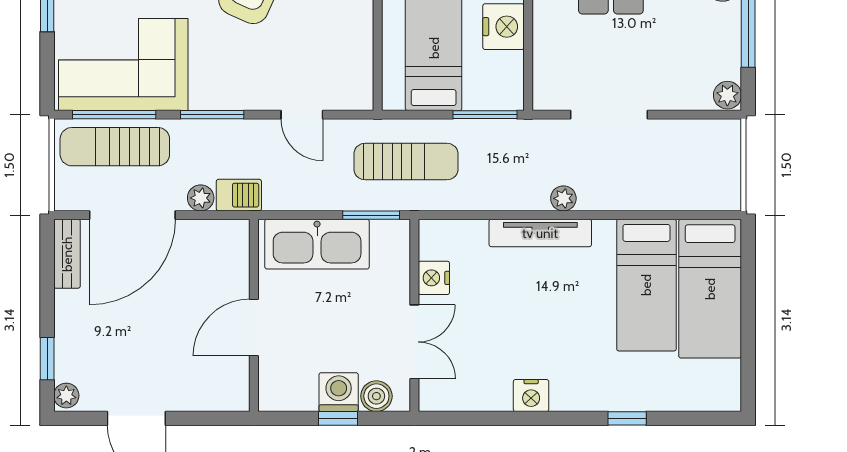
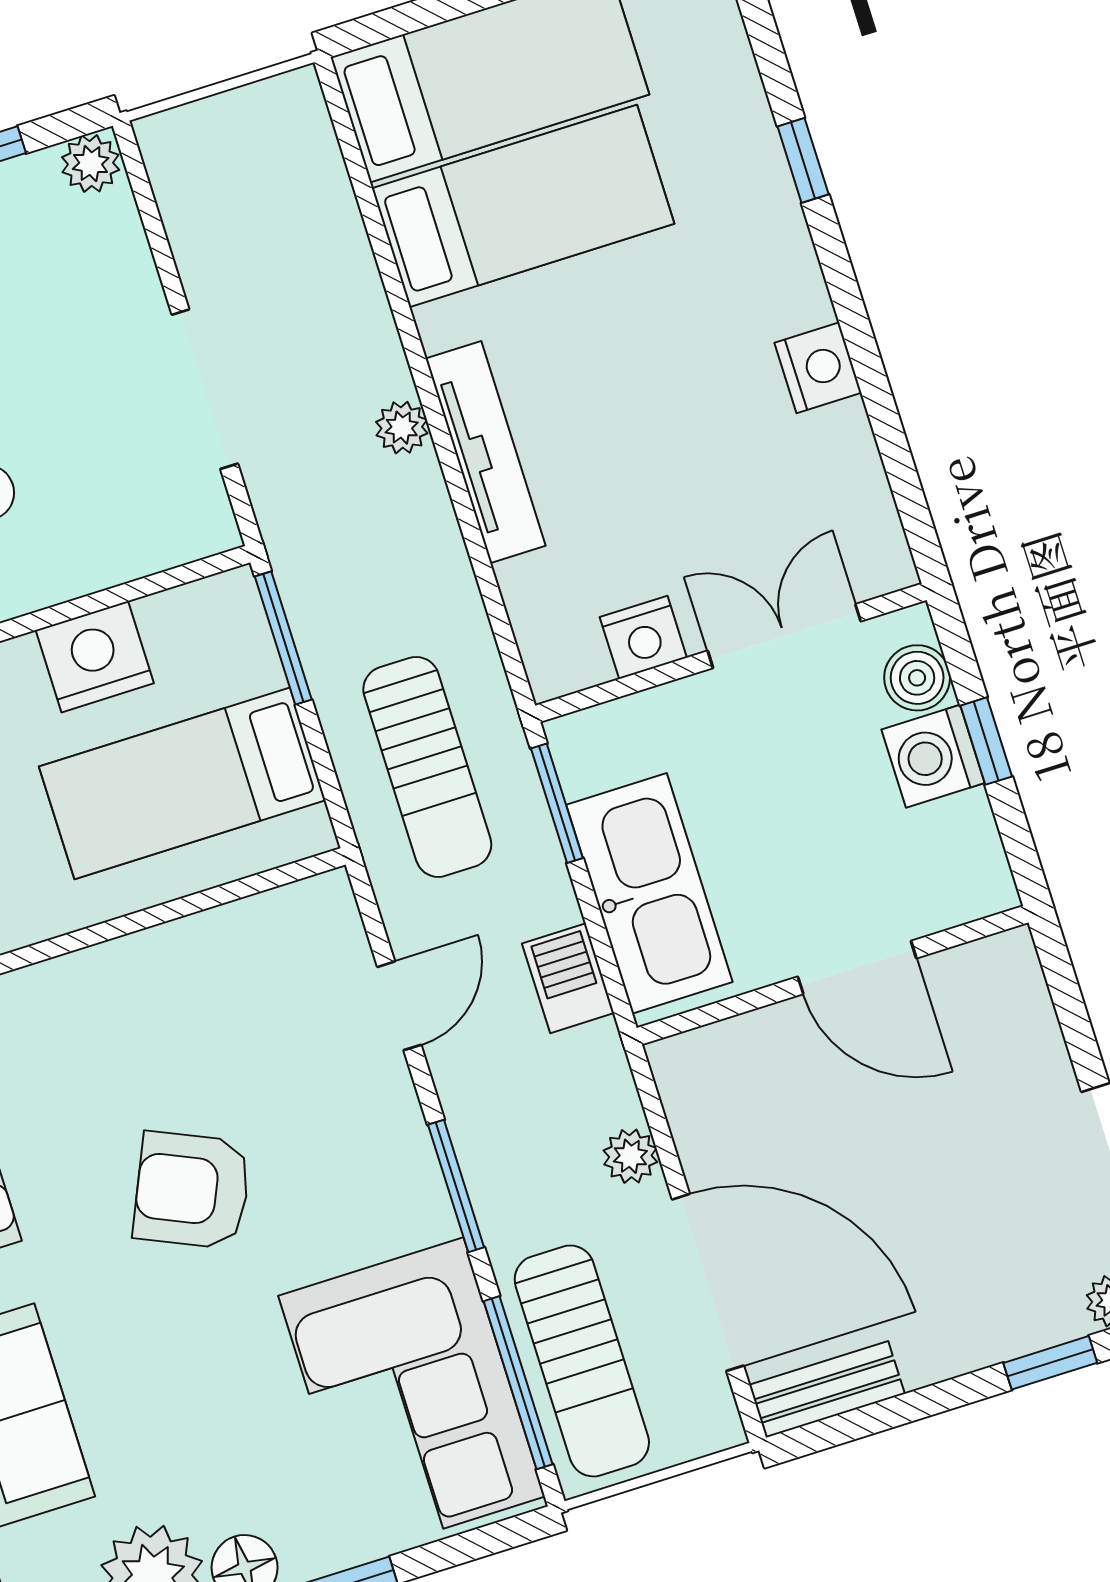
sun lounger: (406, 162) -> (427, 767), turned 180
barbecue: (239, 195) -> (568, 978), moved

